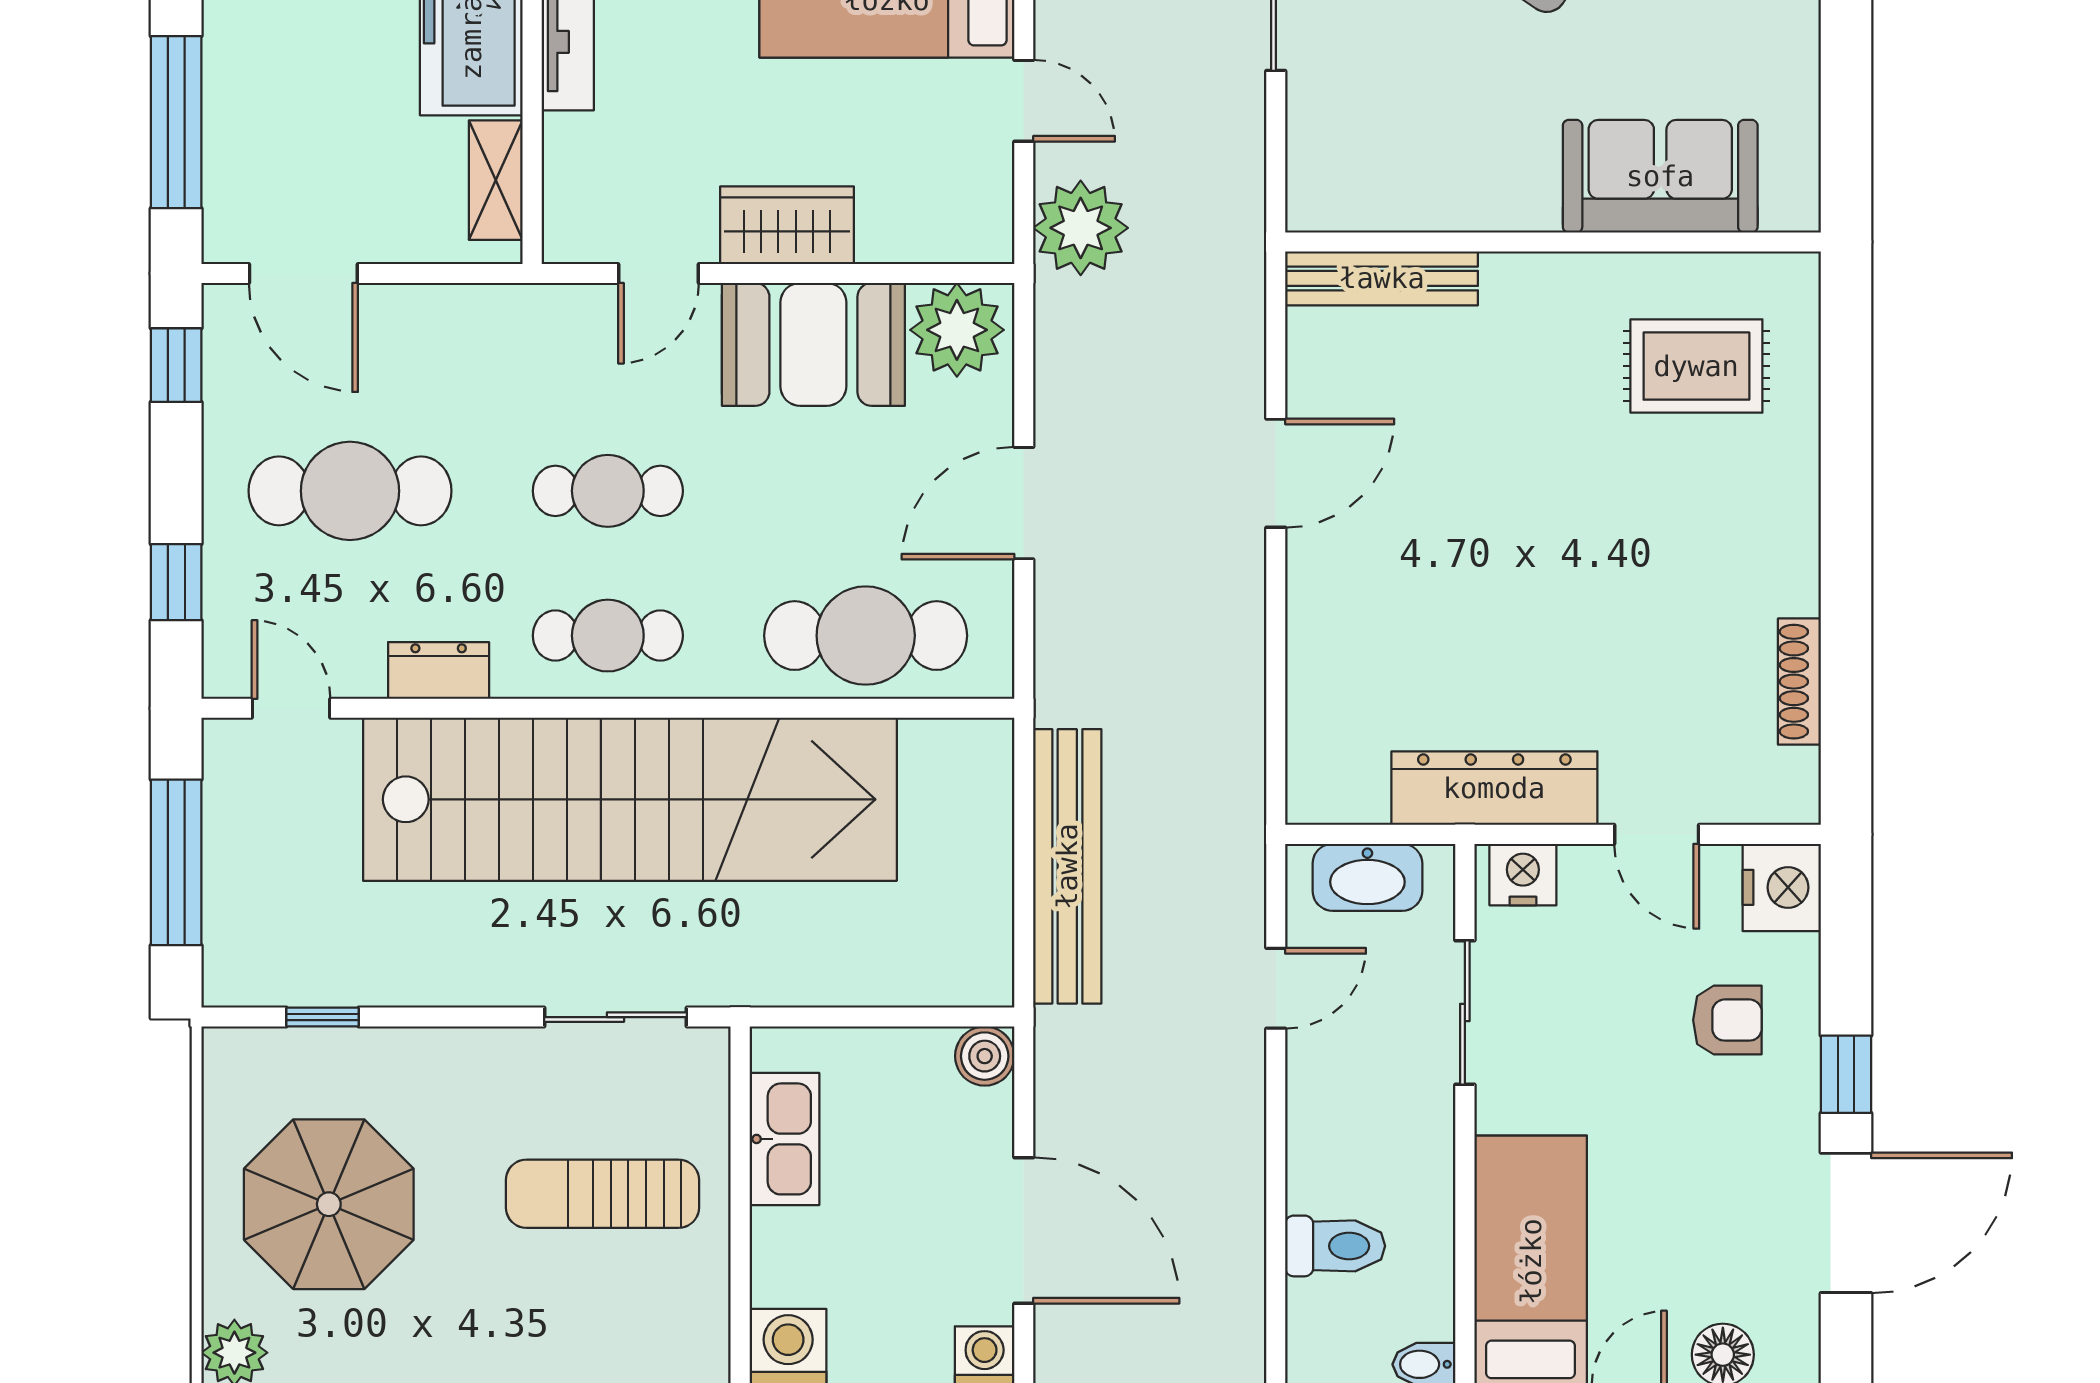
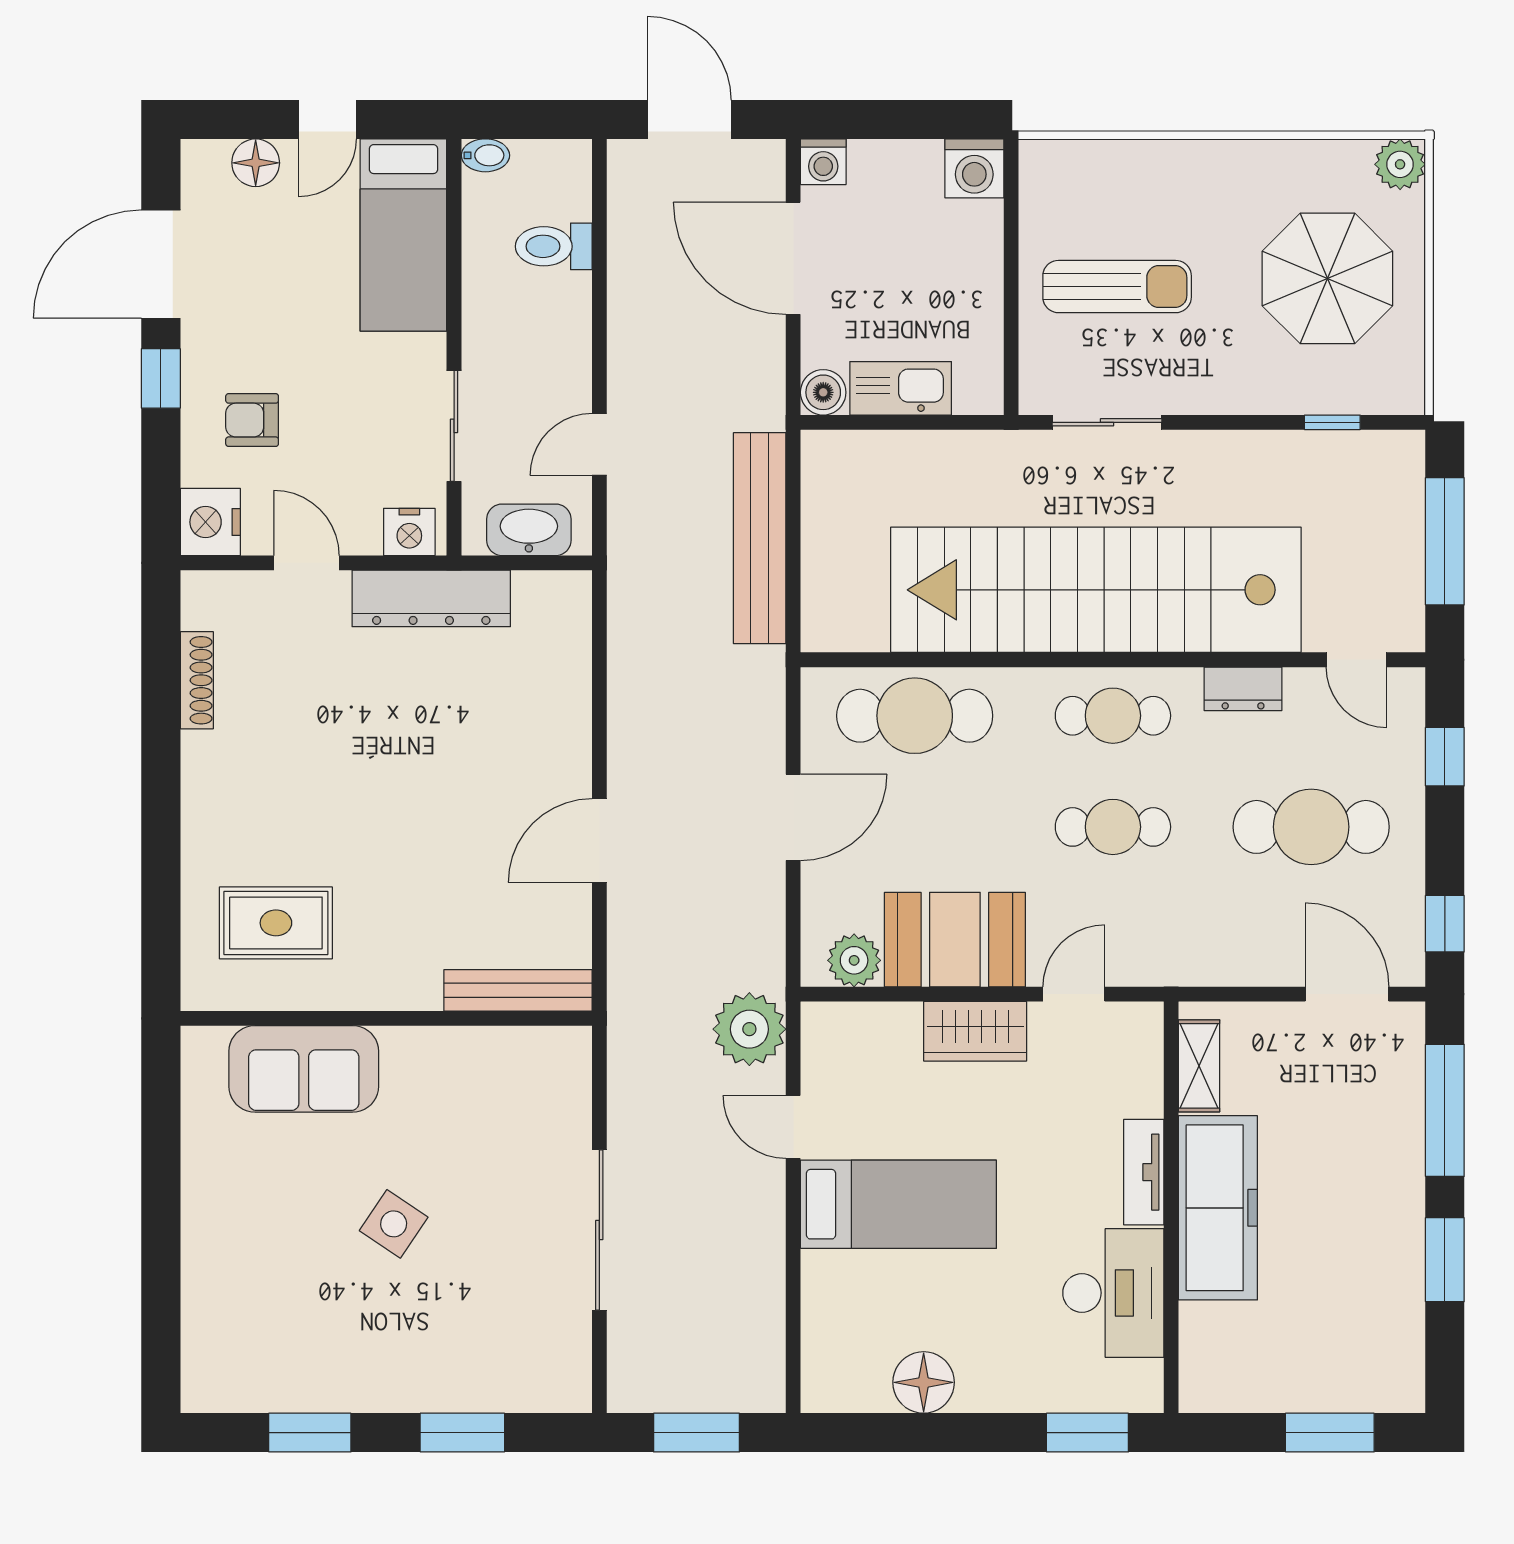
plant: (957, 330) -> (854, 960), width x0.73, depth x0.73
kitchen sink: (784, 1139) -> (901, 388), moved, turned 90

